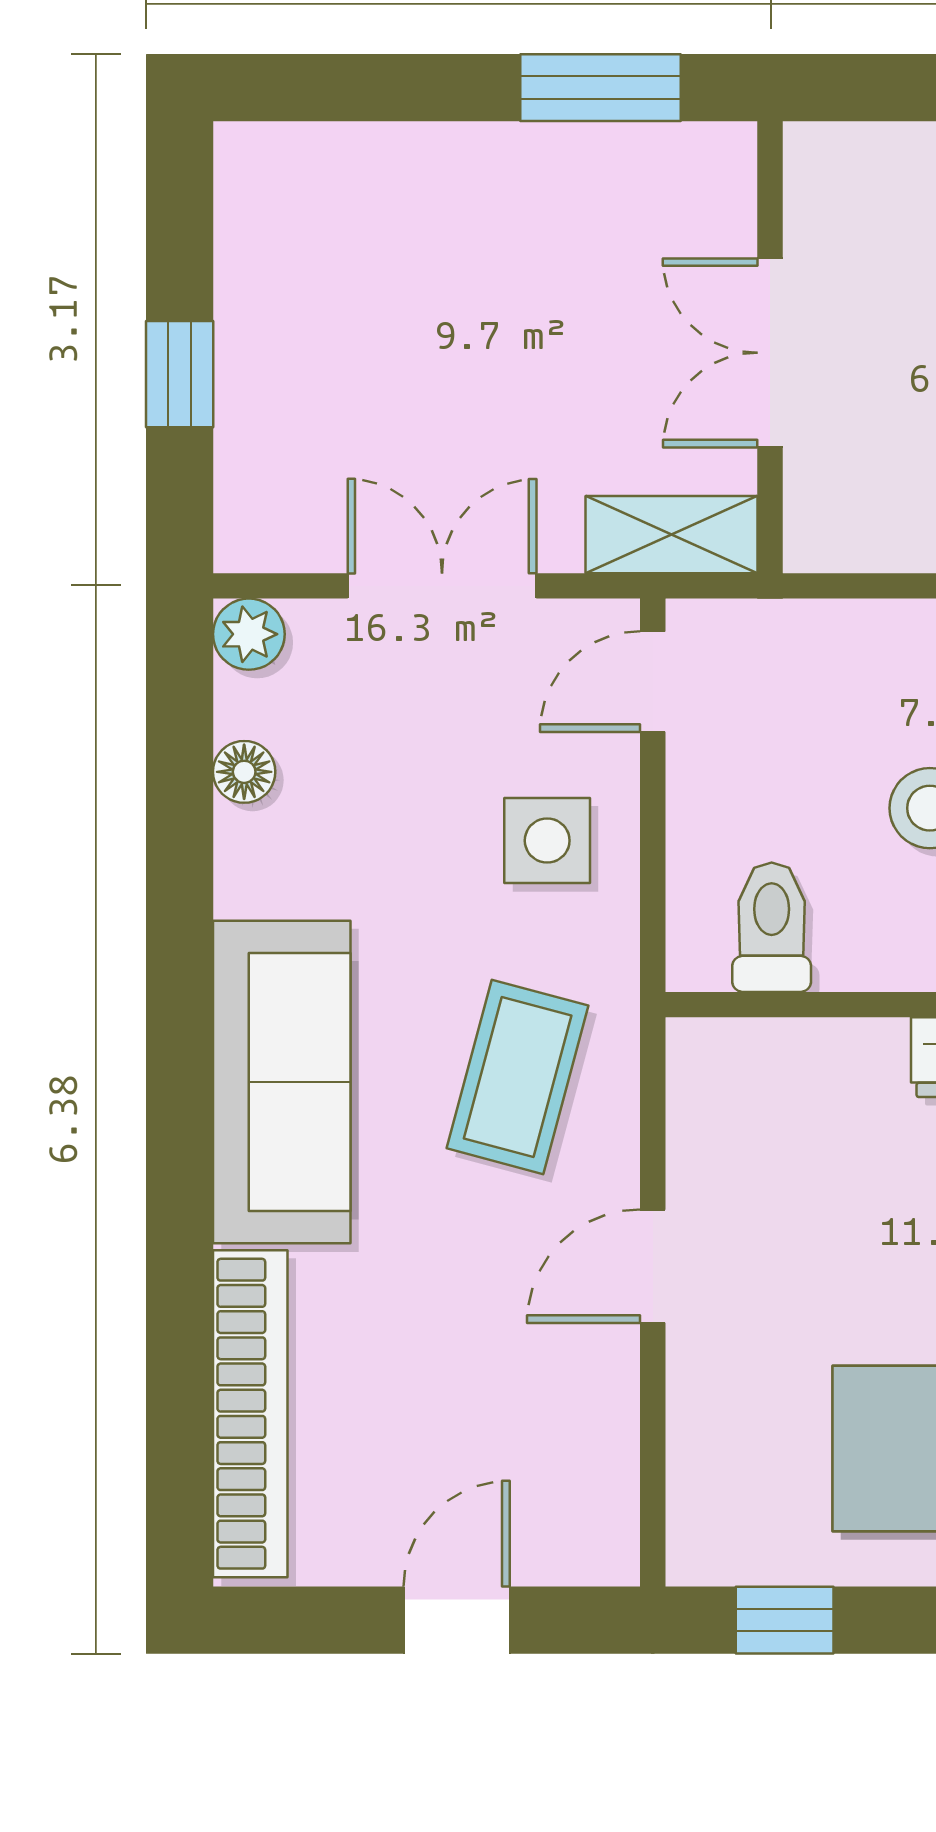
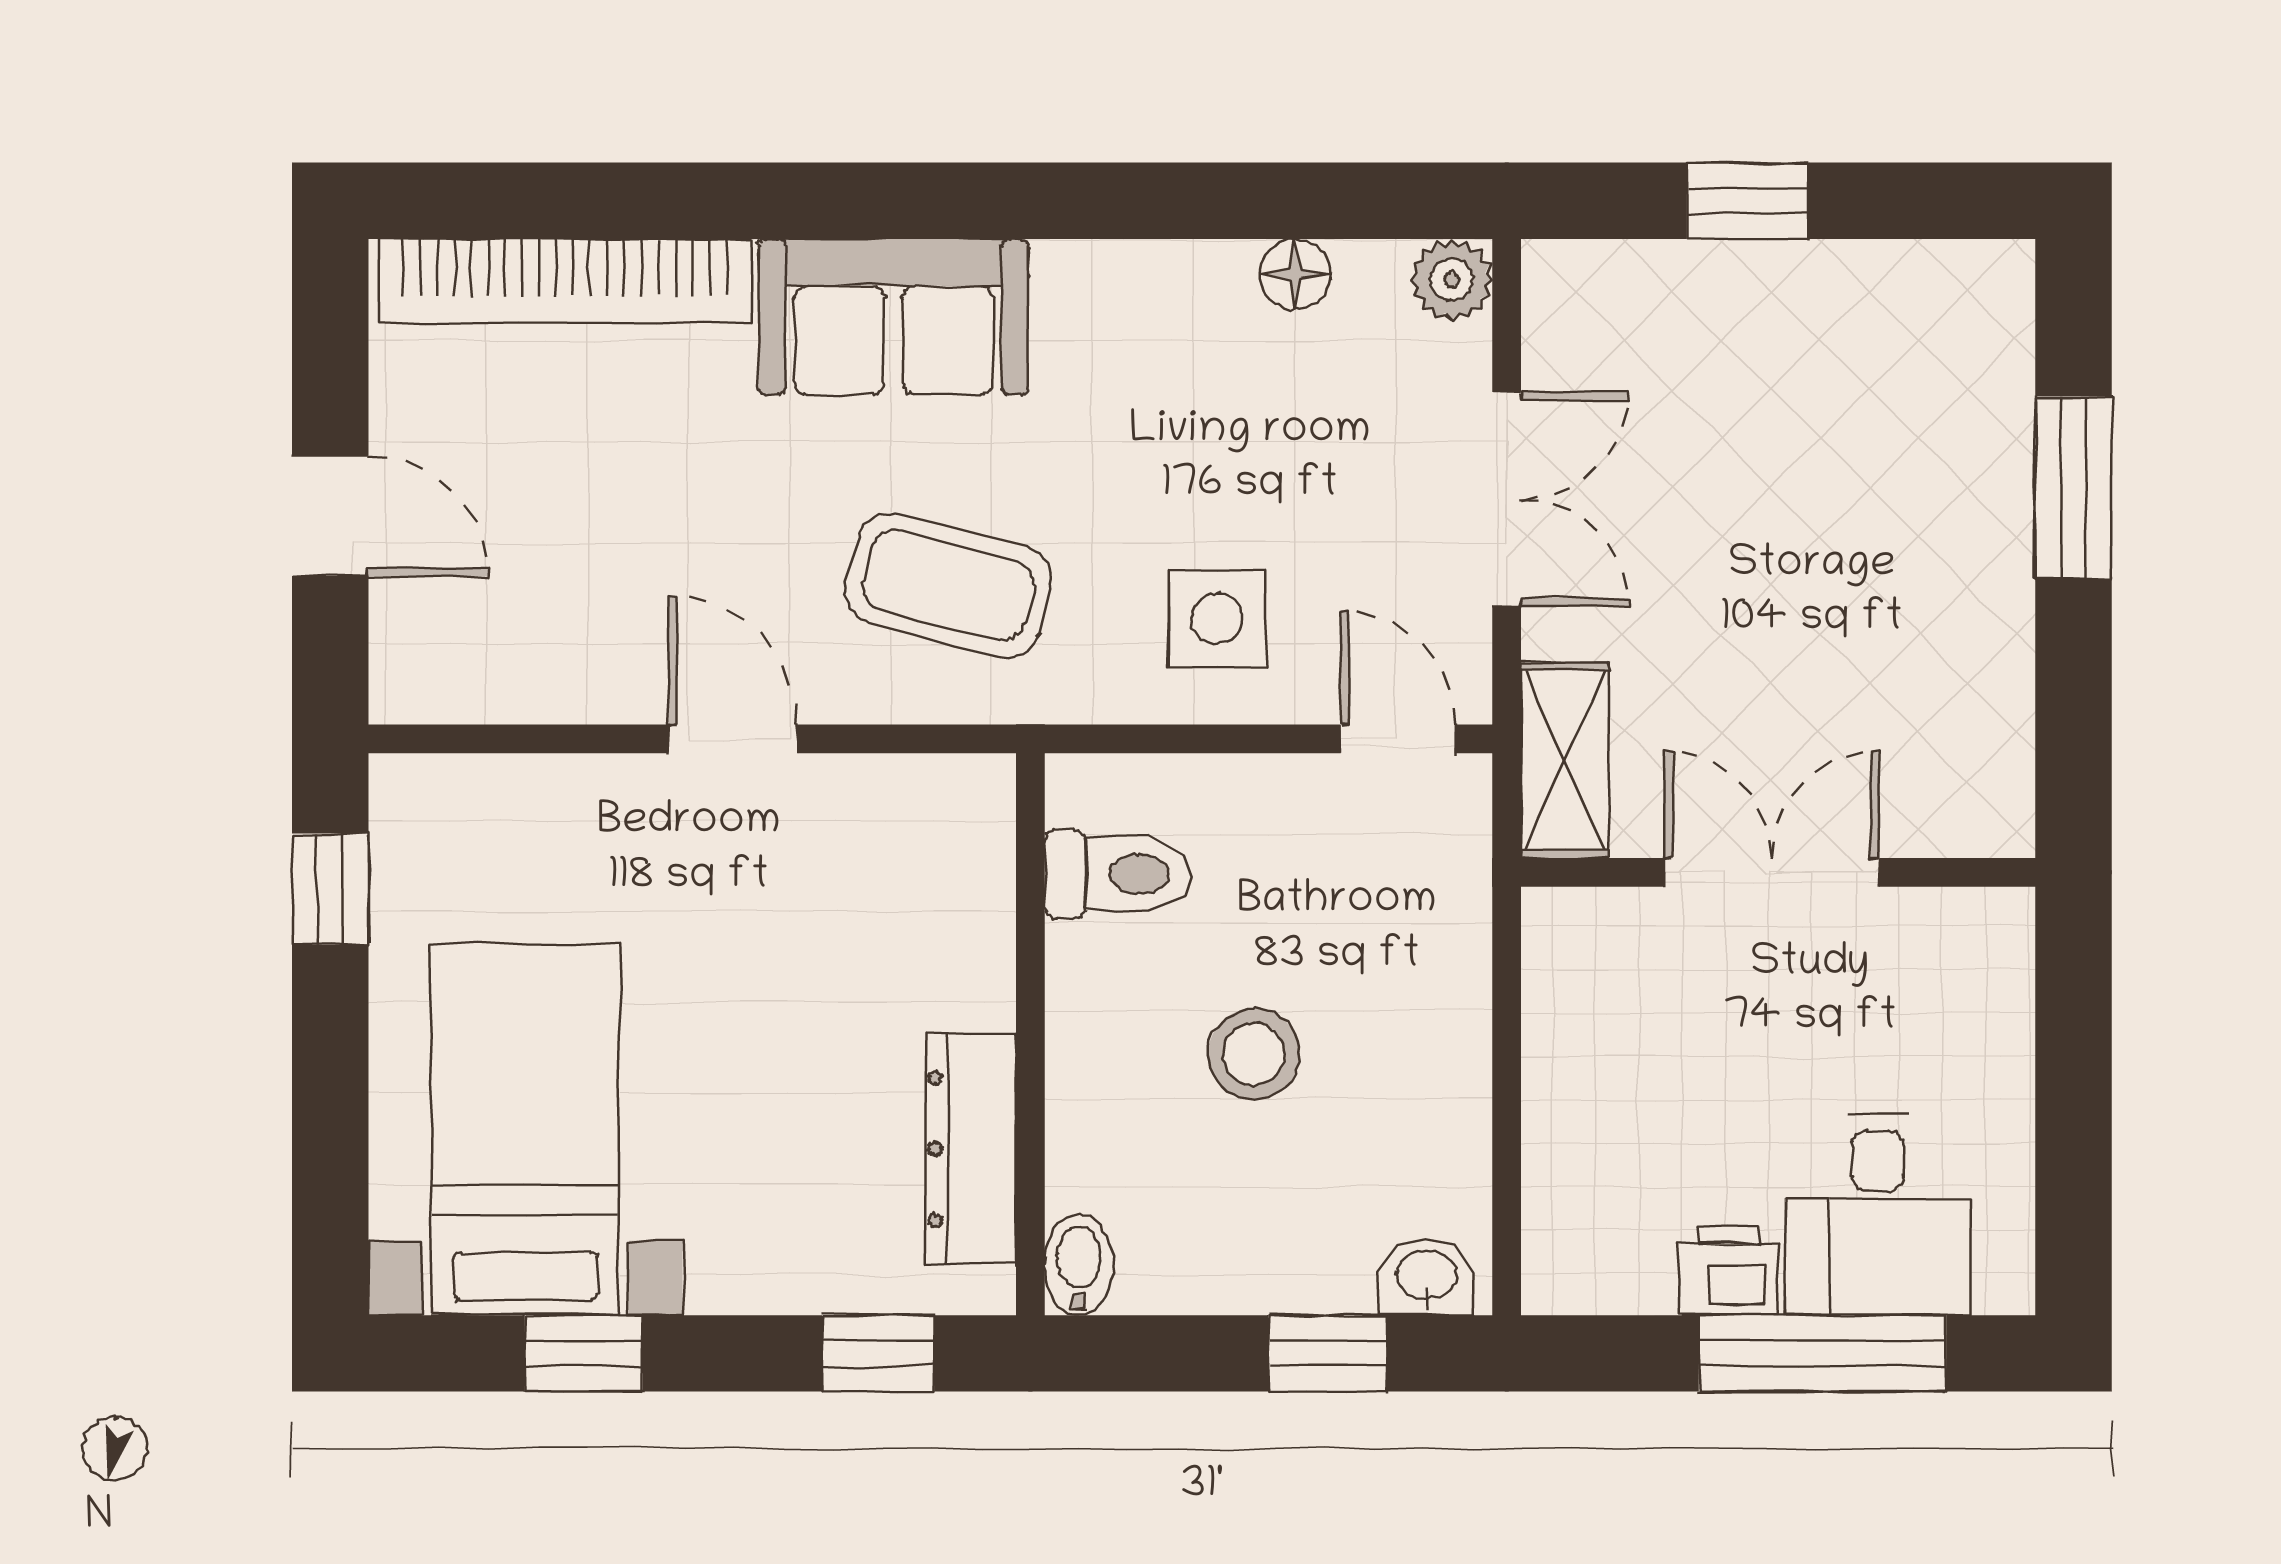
window: (601, 88) -> (2073, 488), moved
sofa: (282, 1082) -> (894, 317), width x0.73

